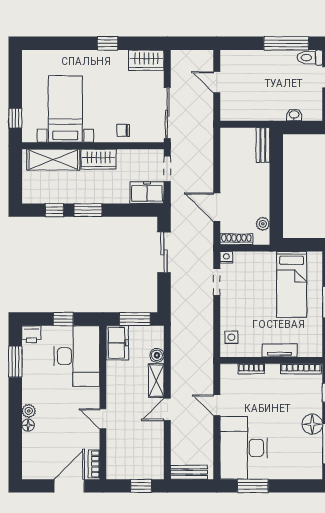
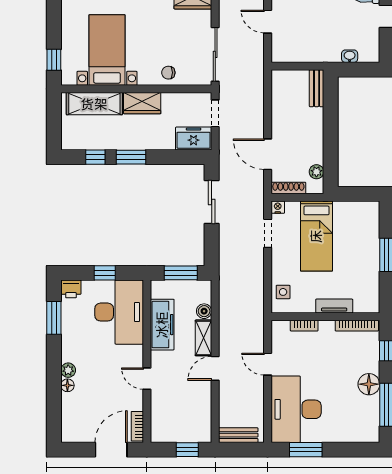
bed: (292, 284) -> (316, 236), moved
freezer: (117, 343) -> (162, 325), moved, width x1.40

